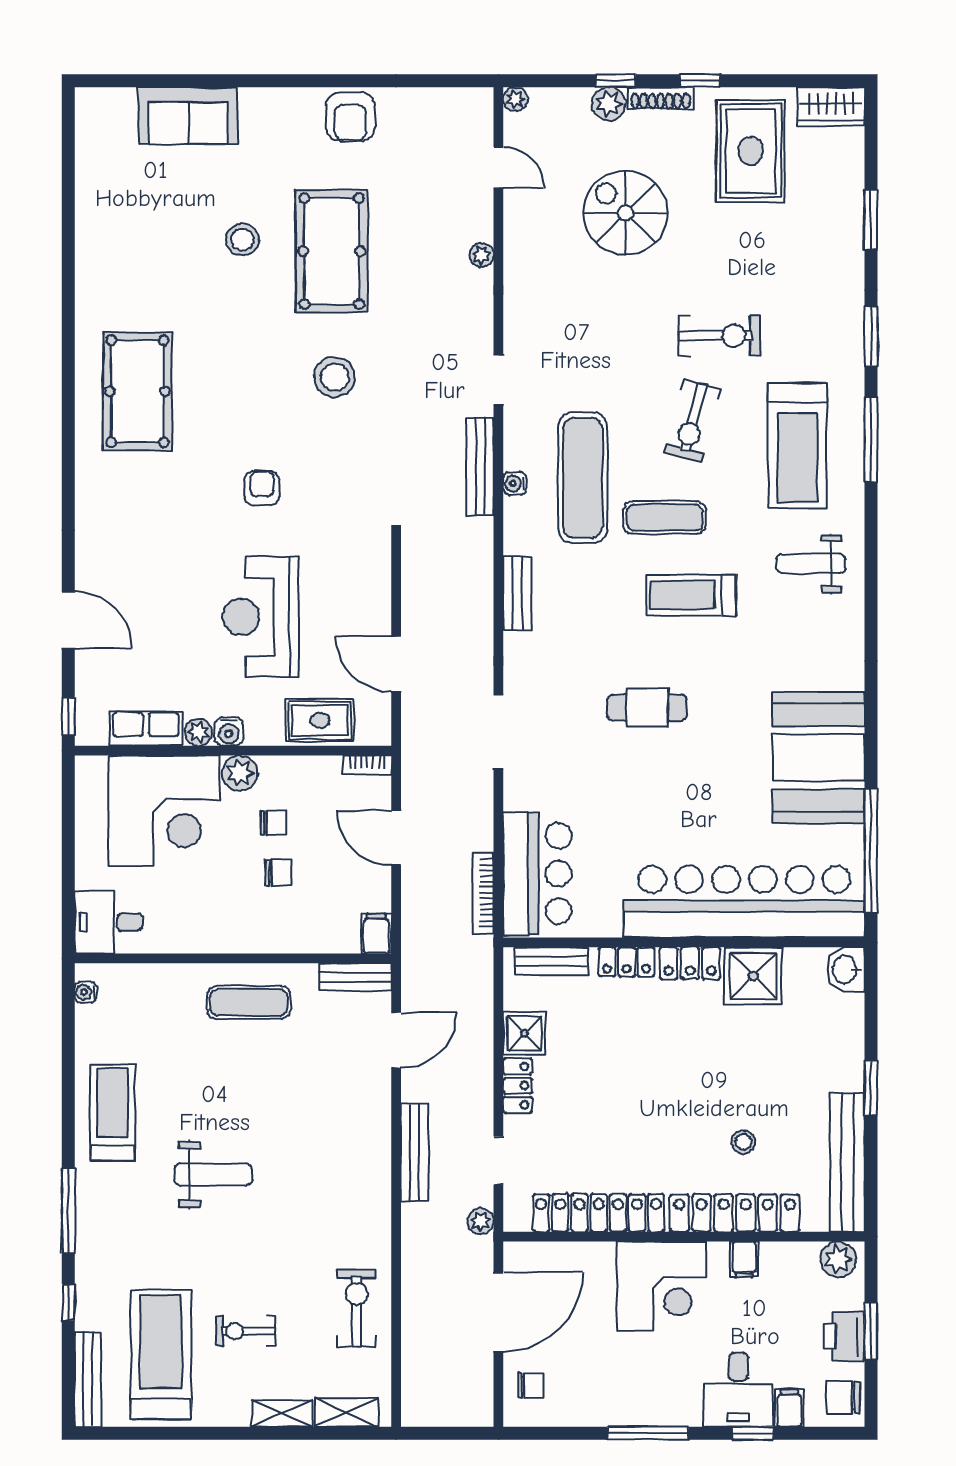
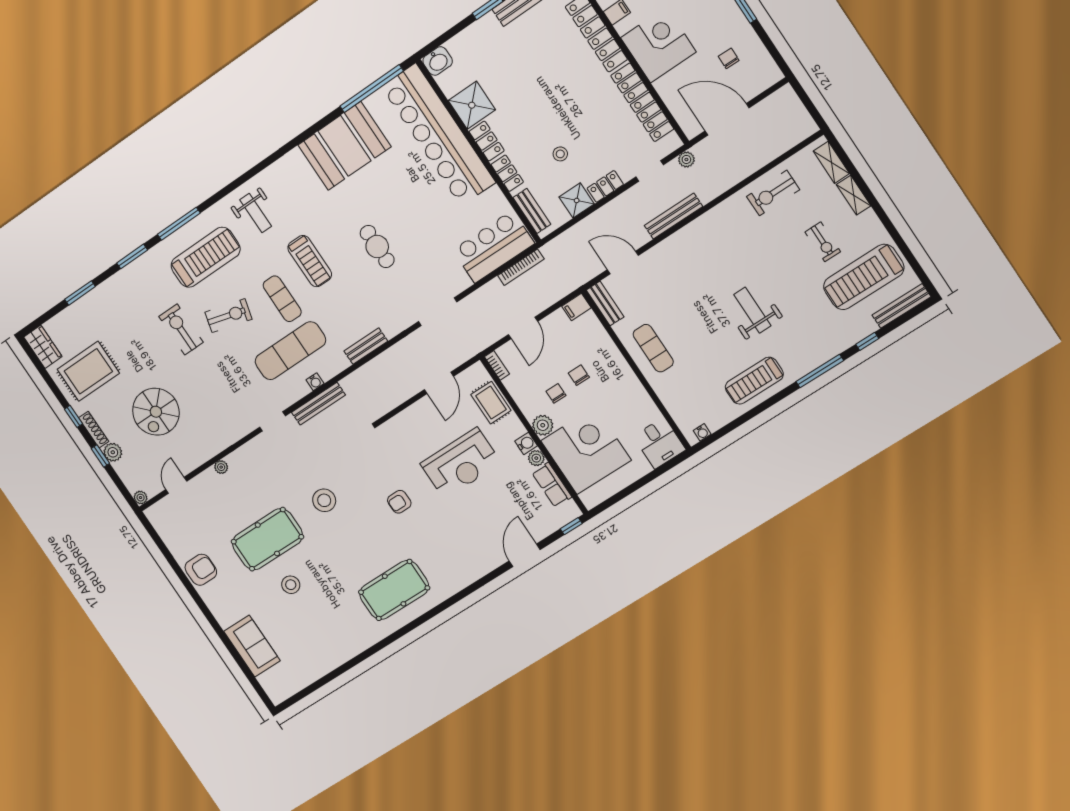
stool: (743, 1142) -> (560, 154), moved
chair: (530, 1386) -> (729, 58), moved

